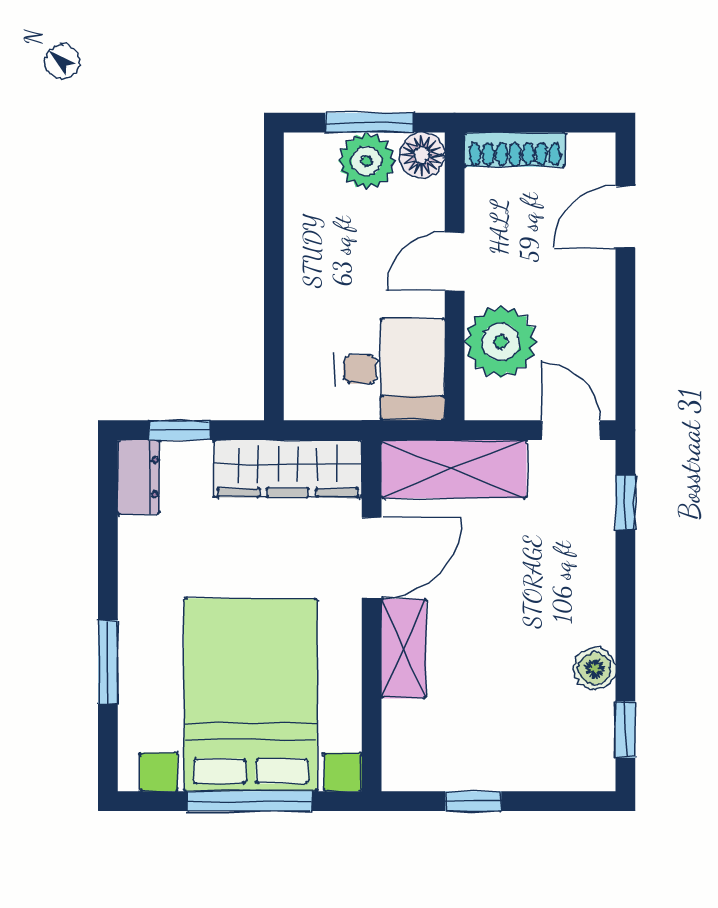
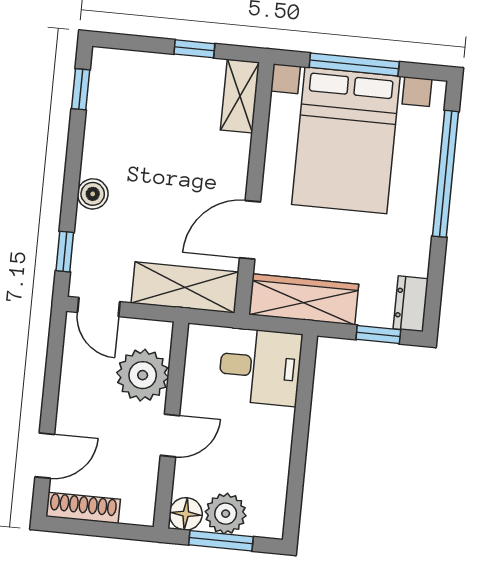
shoe rack: (515, 150) -> (83, 508), moved
desk: (390, 369) -> (260, 367), moved, turned 180
shelving: (404, 649) -> (240, 96), moved
window: (108, 662) -> (446, 174), width x2.11
boiler: (594, 669) -> (93, 194), moved

